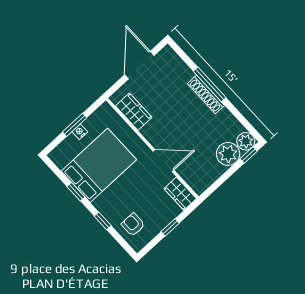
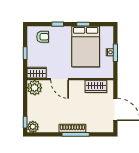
plant: (228, 154) -> (35, 88), moved
door: (164, 161) -> (60, 79), hinge flipped

